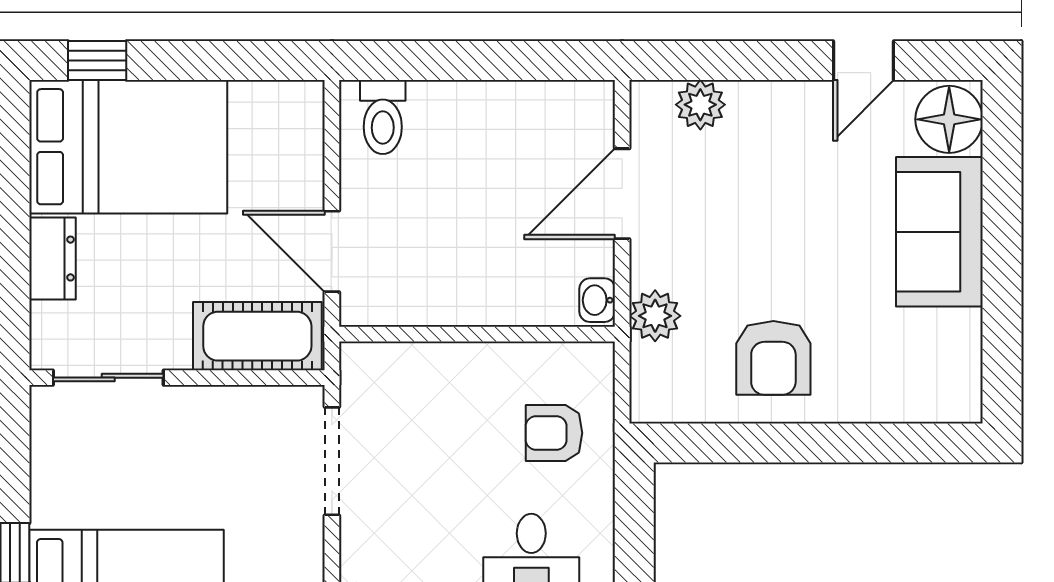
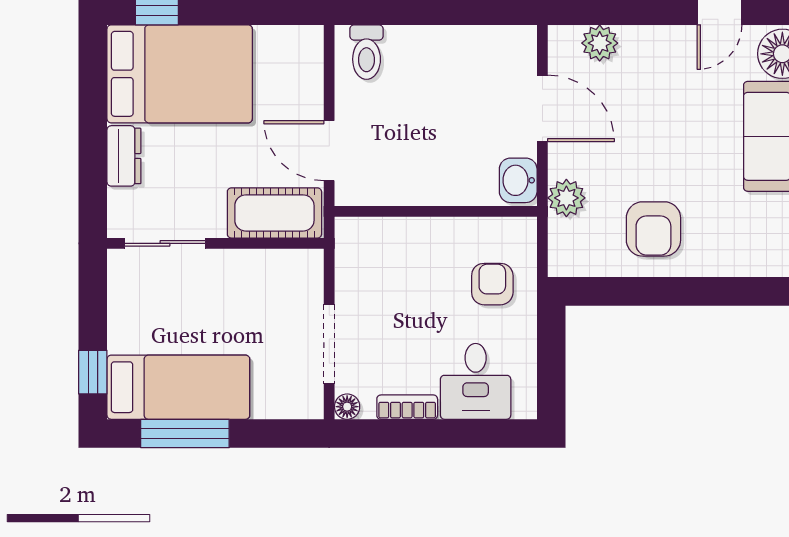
door: (622, 194) -> (542, 108), swing flipped
washbasin: (597, 300) -> (518, 180), width x1.38, depth x1.45
armchair: (554, 433) -> (492, 284), turned 90
doorway: (332, 461) -> (329, 344), moved

